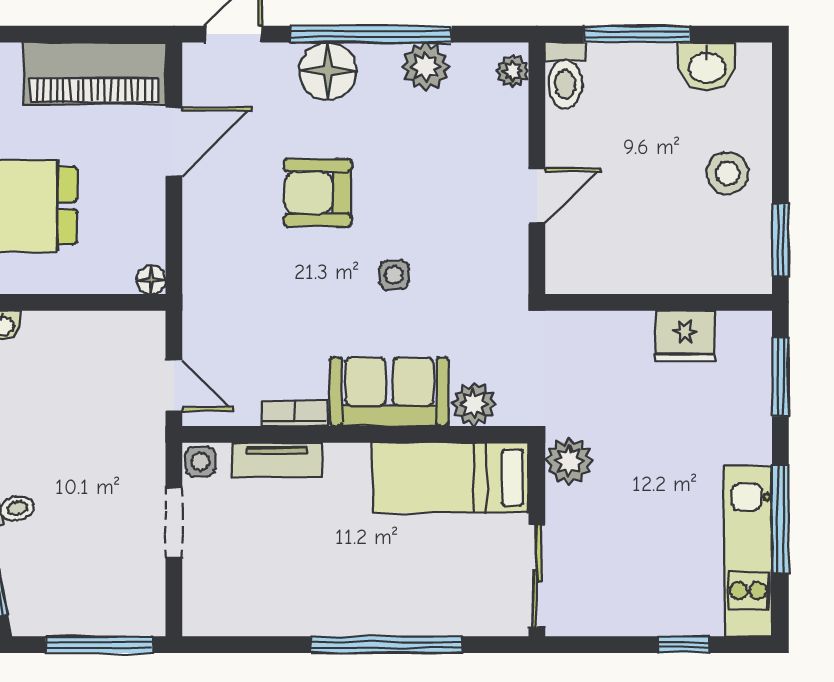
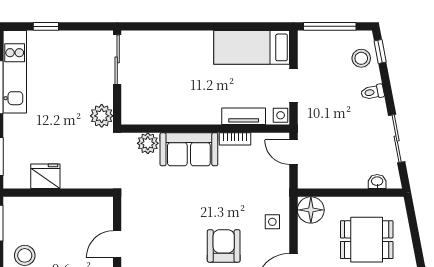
armchair: (318, 193) -> (224, 246), turned -90
side table: (394, 275) -> (272, 222), moved
floor lamp: (151, 280) -> (311, 210), width x1.89, depth x1.89
bed: (451, 478) -> (252, 47), moved, turned 180
stool: (34, 579) -> (361, 58), added
window: (387, 645) -> (190, 26), removed

